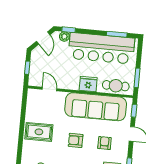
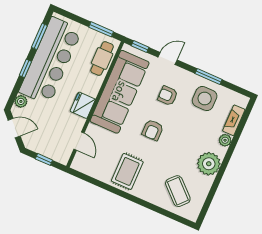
window: (69, 30) -> (25, 68), moved
fridge: (88, 84) -> (83, 105), moved
door: (49, 89) -> (79, 141), swing flipped

